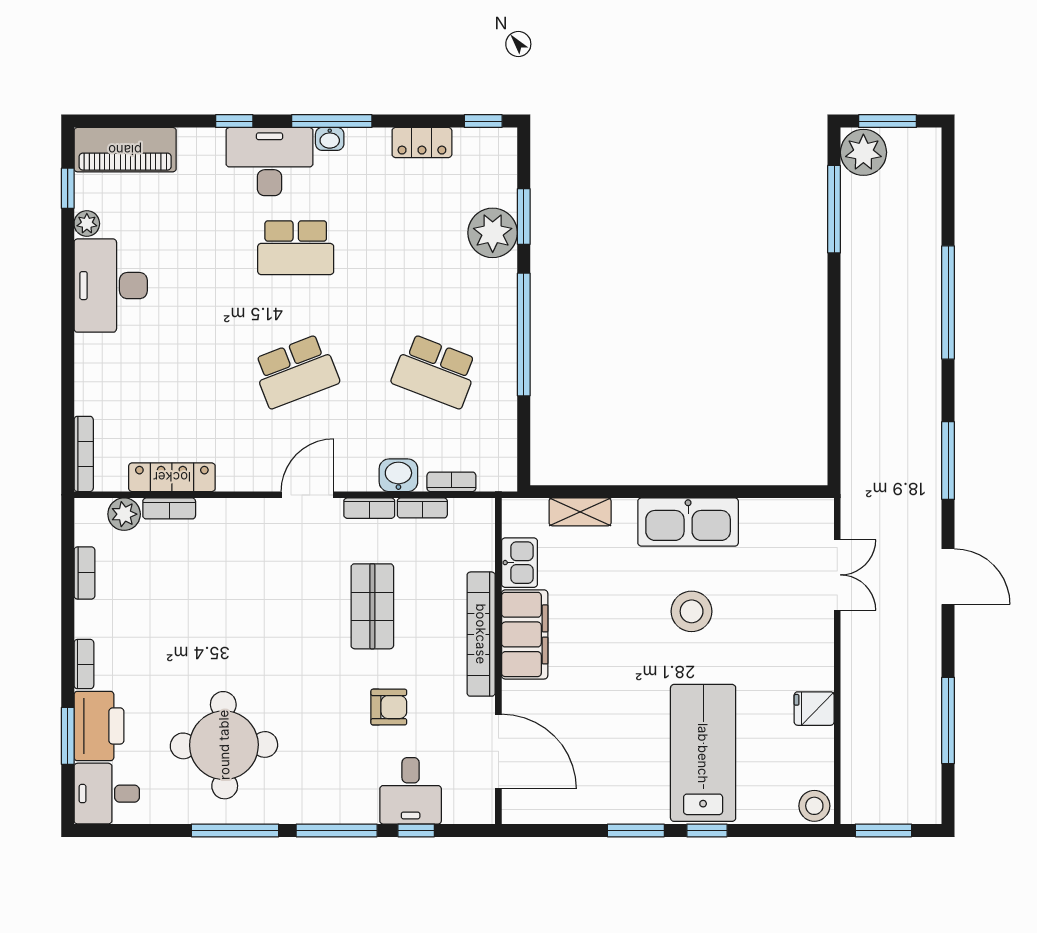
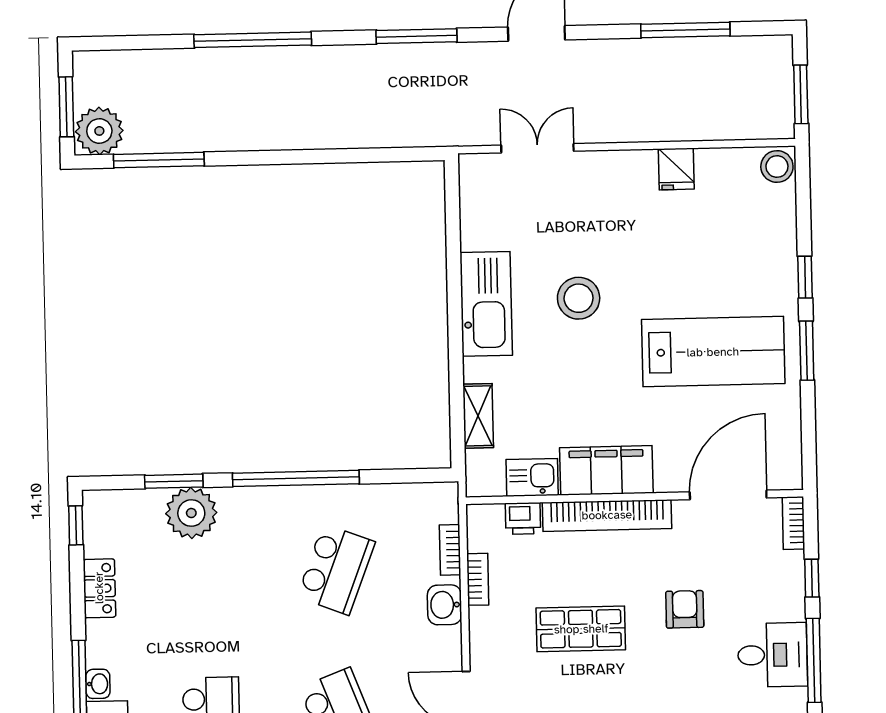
bookcase: (369, 508) -> (793, 523), moved, turned 180
printer: (480, 553) -> (523, 518), added
lab bench: (703, 753) -> (713, 352), moved, turned 180
desk: (411, 791) -> (773, 655), moved

